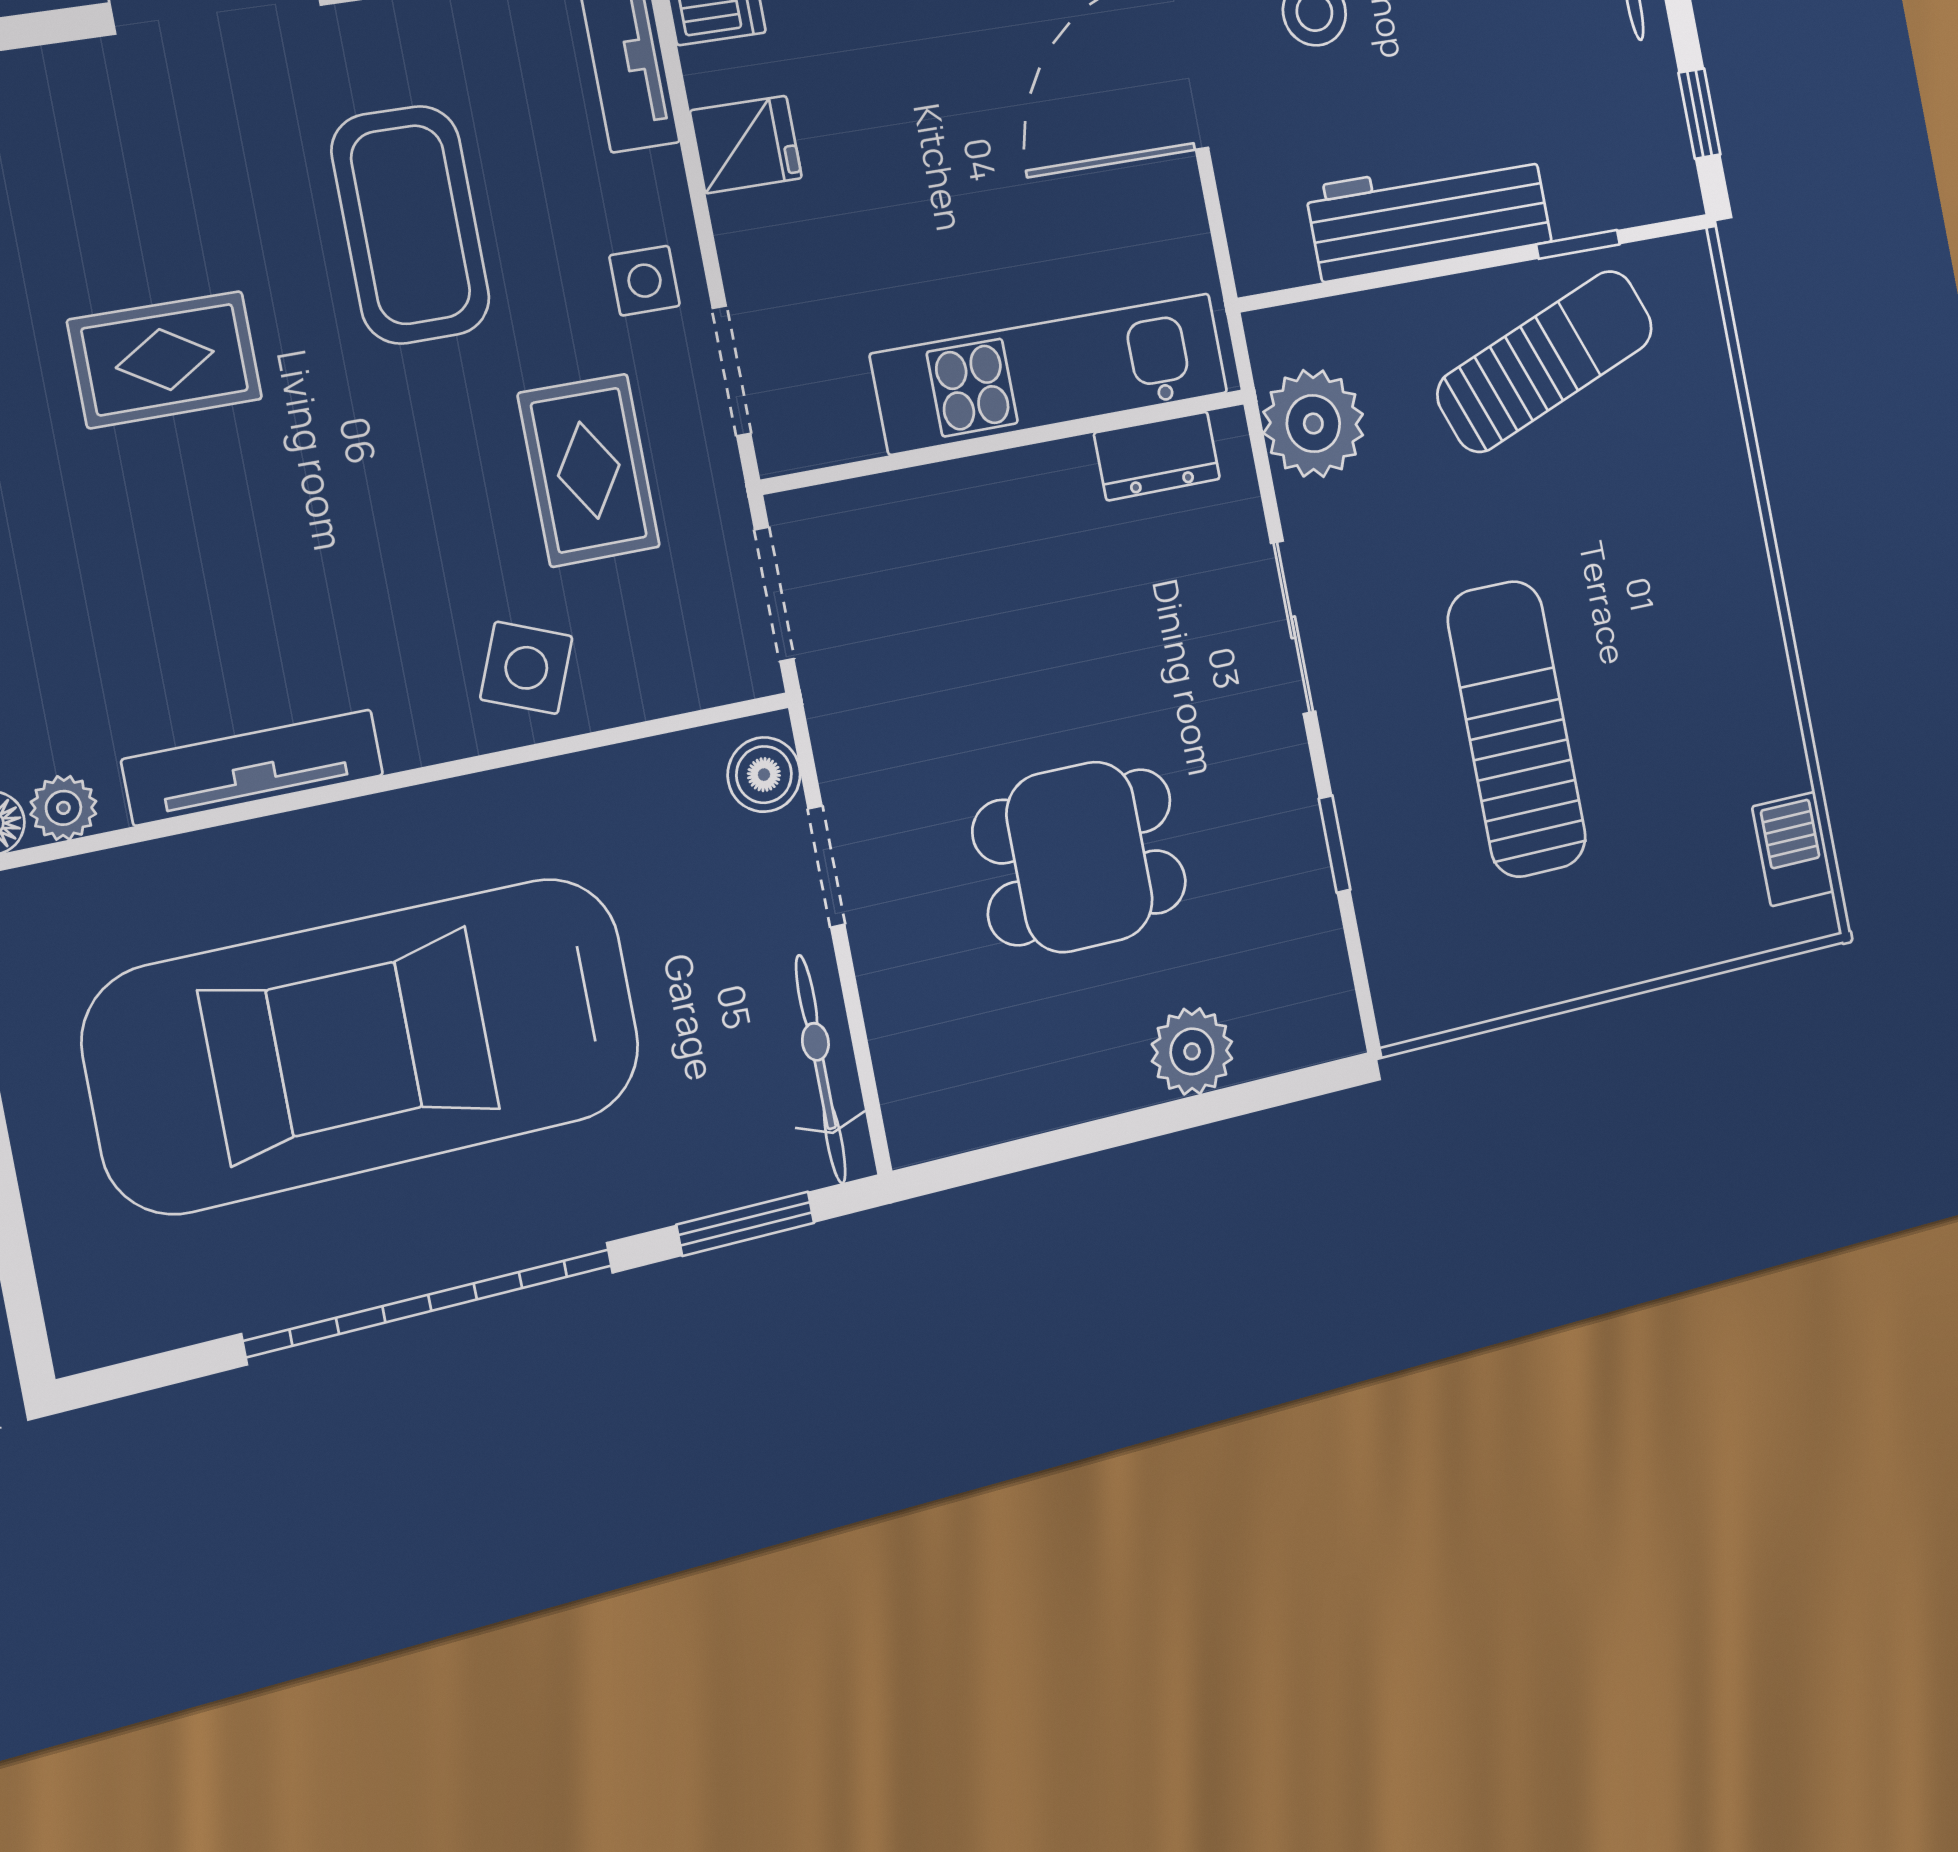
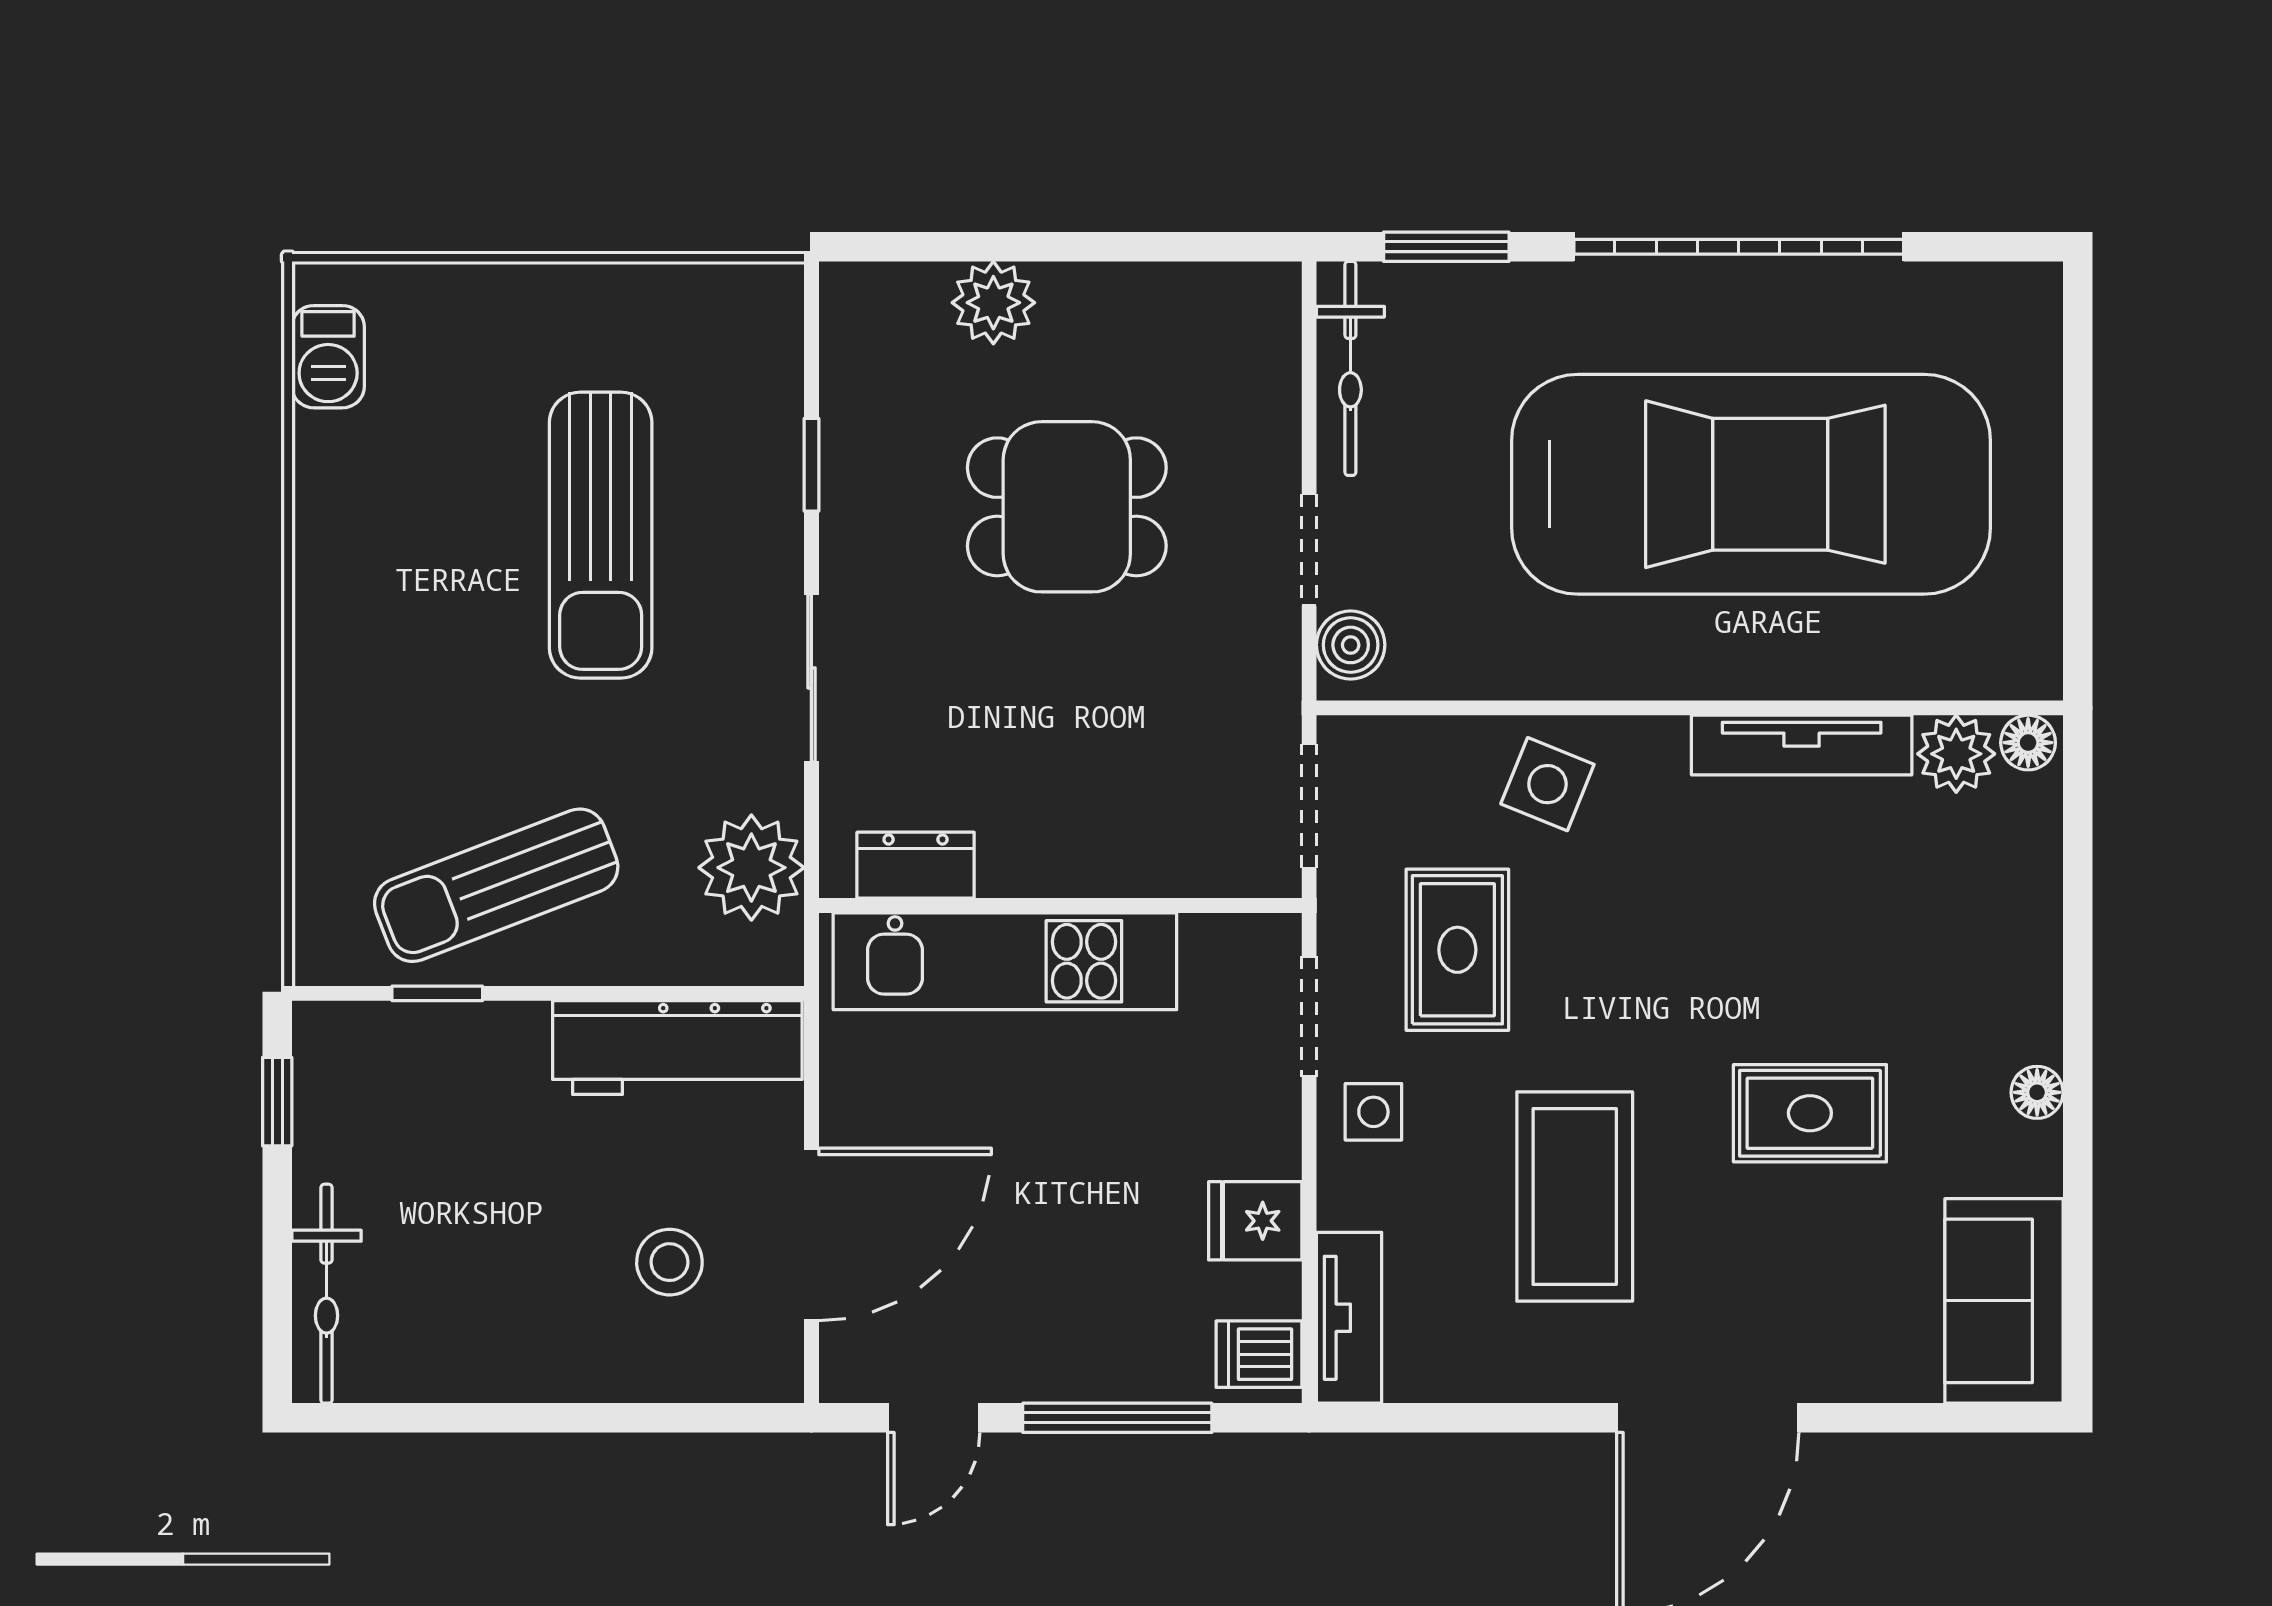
workbench: (1429, 215) -> (677, 1048), moved
plant: (63, 808) -> (1956, 754), width x1.38, depth x1.38

